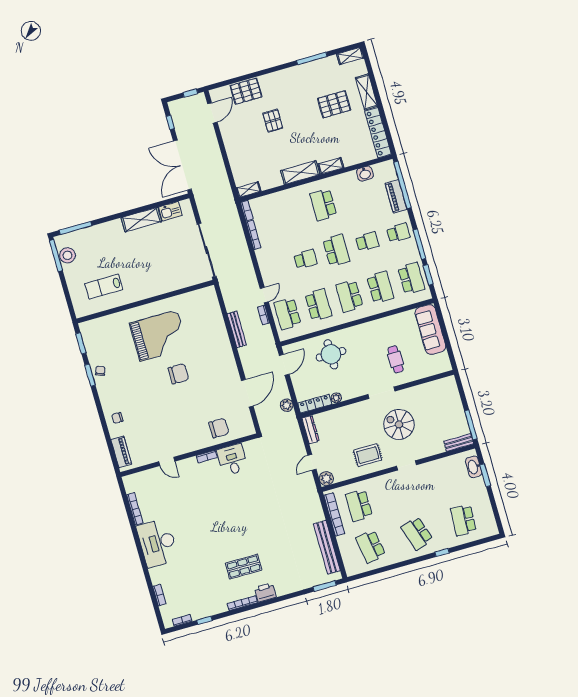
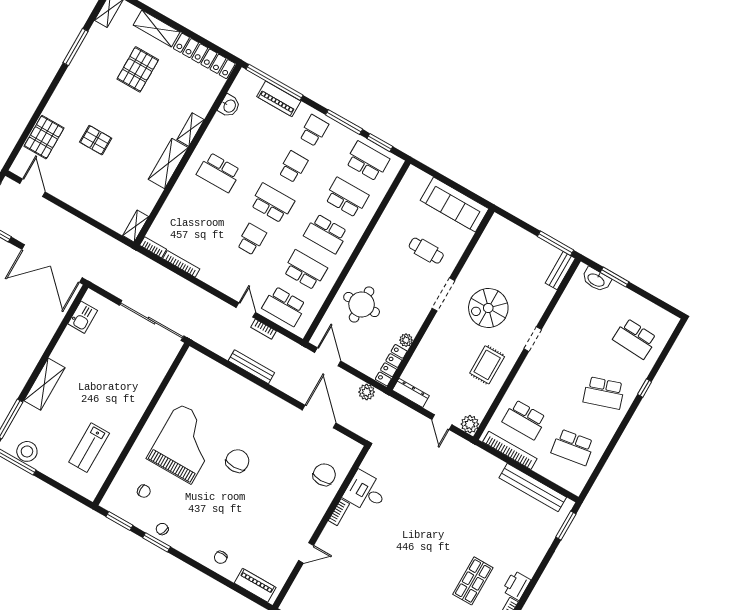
shelving: (141, 220) -> (44, 384), moved
sofa: (430, 330) -> (454, 205), moved
chair: (111, 340) -> (144, 491), added

